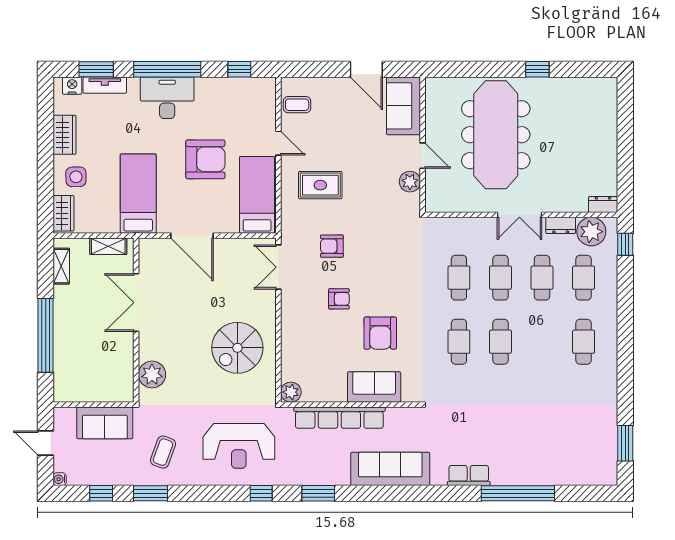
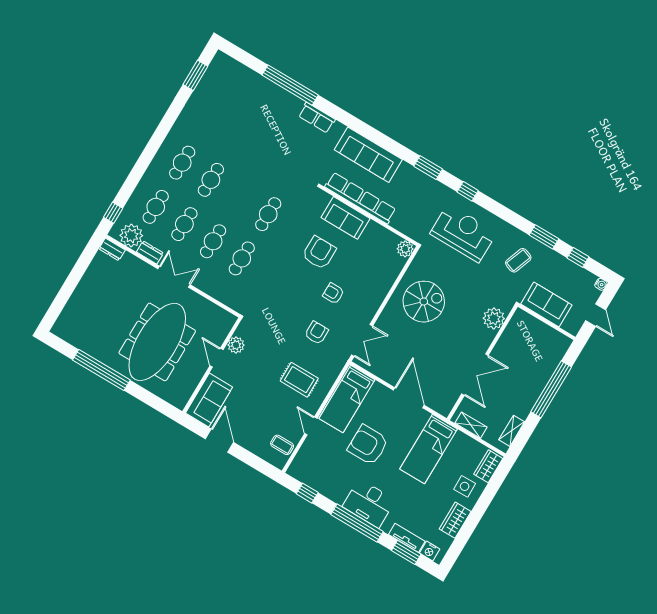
window: (537, 69) -> (101, 370), width x3.17
armchair: (332, 246) -> (316, 333), turned -90
cafe table: (500, 342) -> (211, 180), moved
row of seats: (339, 418) -> (360, 198), moved

